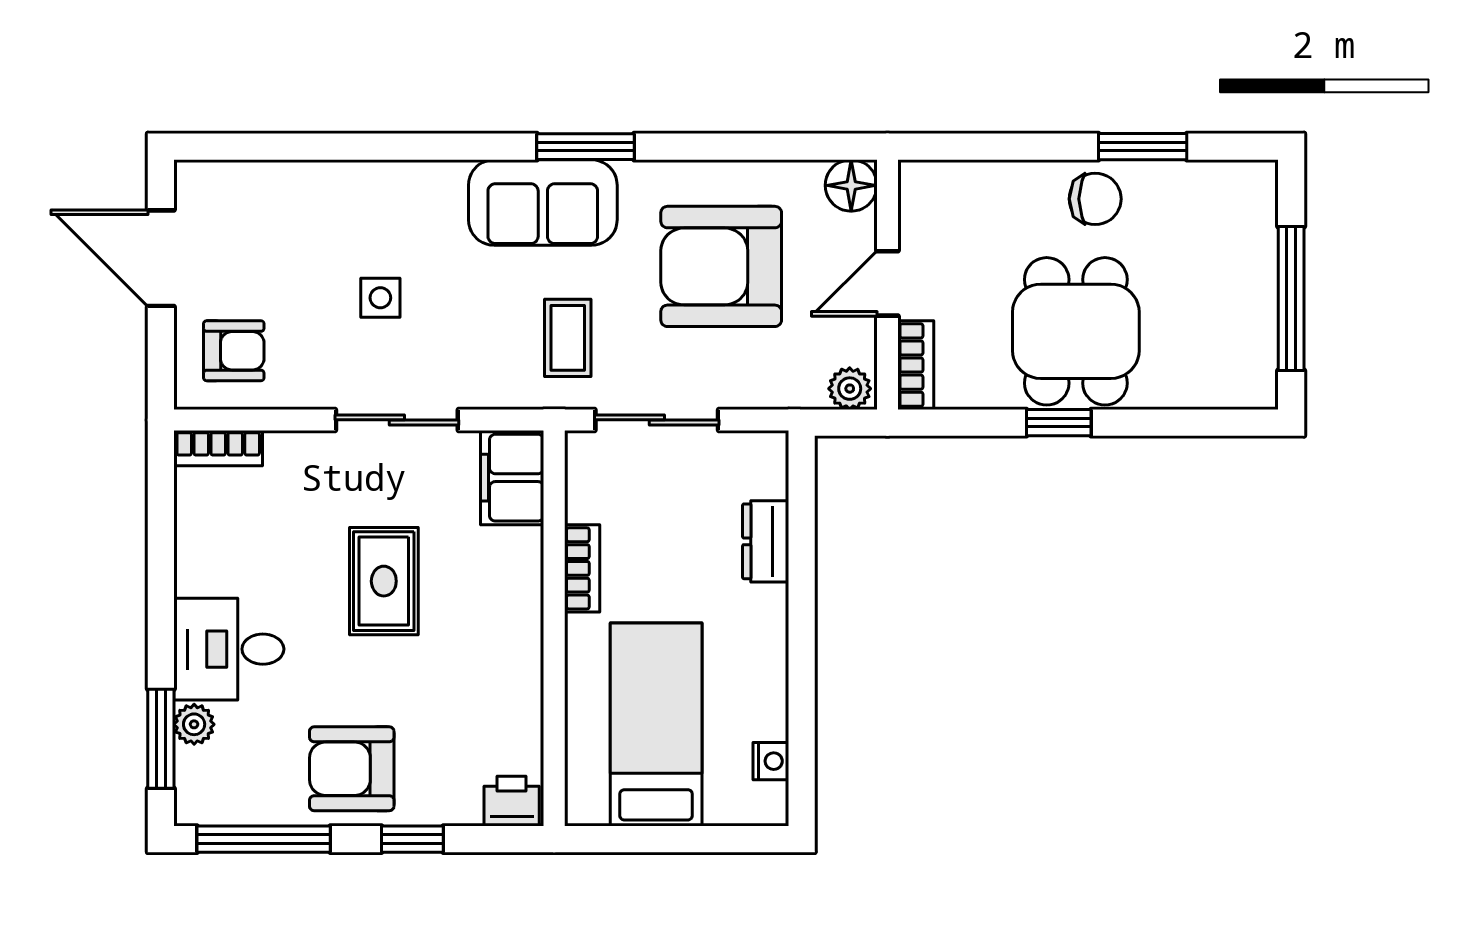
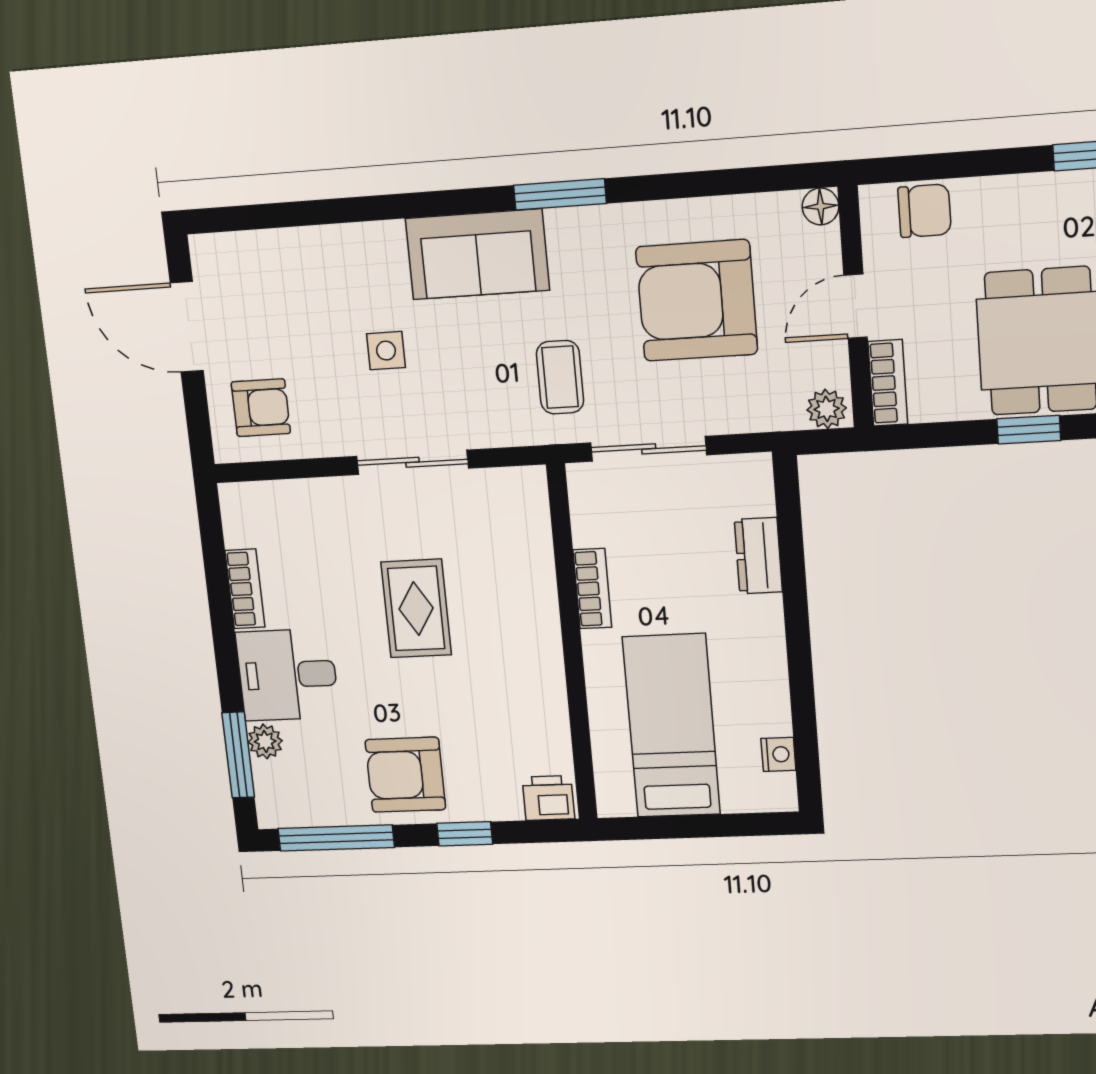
floor lamp: (851, 185) -> (821, 206), width x0.73, depth x0.73
chair: (1095, 199) -> (925, 211), moved
sofa: (543, 203) -> (477, 254), moved
bookcase: (218, 448) -> (245, 589), moved, turned -90
filing cabinet: (512, 478) -> (521, 509), removed

